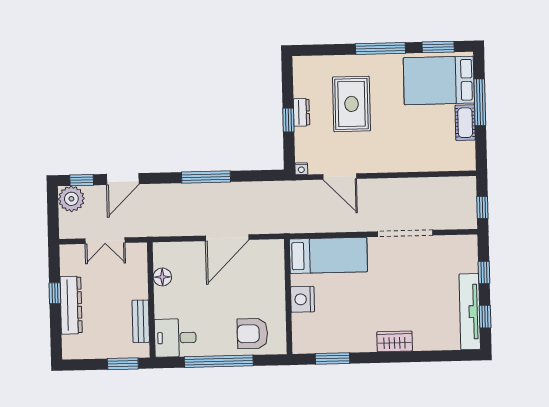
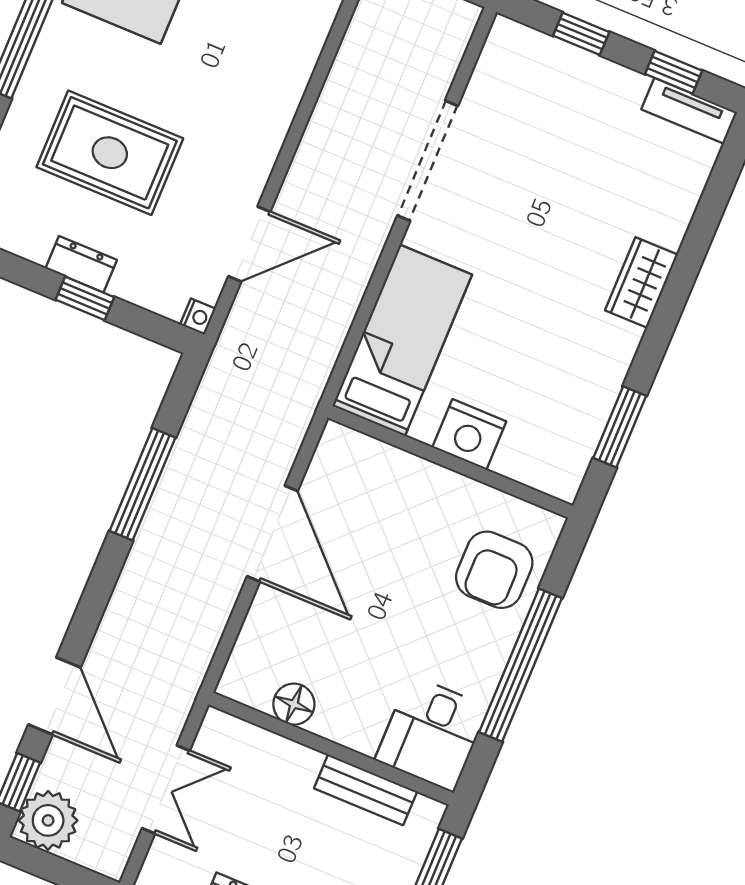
window: (206, 177) -> (143, 484), moved
tv unit: (470, 312) -> (689, 111), width x0.52, depth x0.78

